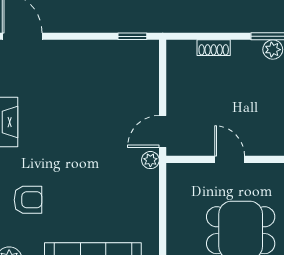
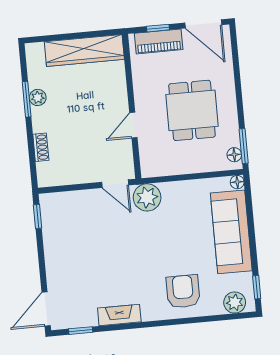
plant: (150, 160) -> (147, 197), width x1.88, depth x1.88
armchair: (28, 200) -> (183, 291), width x1.38, depth x1.38

